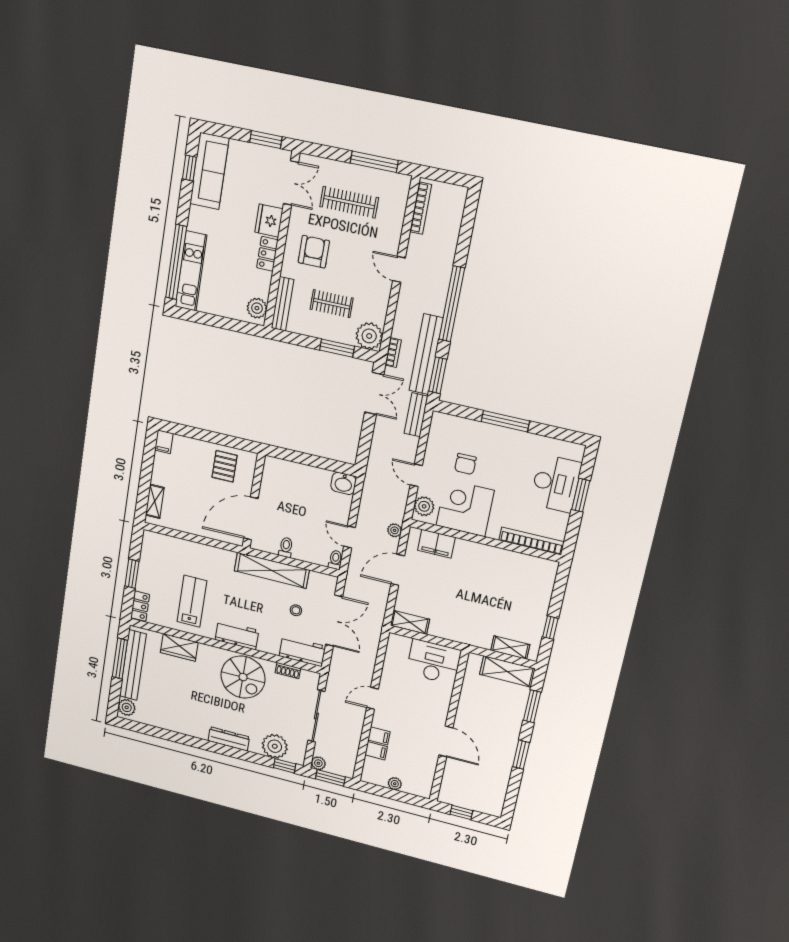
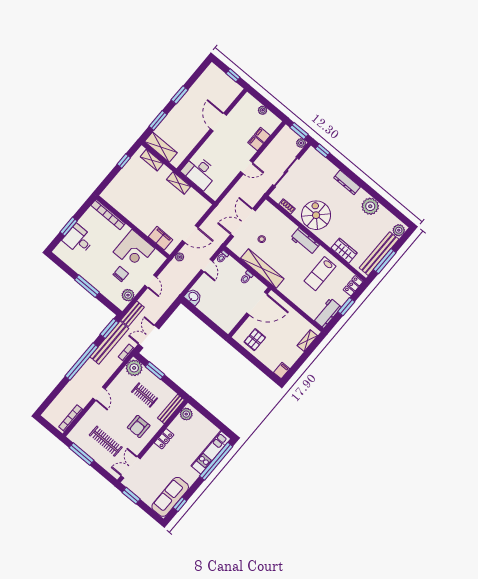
fridge: (269, 221) -> (153, 455), removed
desk: (556, 483) -> (78, 240), width x0.73
plant: (424, 506) -> (128, 295), moved
shelving: (410, 622) -> (179, 183), moved
workbench: (302, 651) -> (327, 313), moved, turned 90
plant: (275, 746) -> (370, 206), moved

